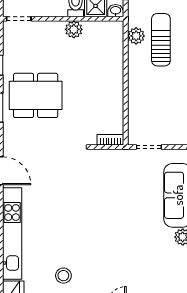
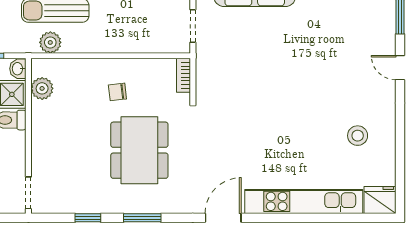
plant: (74, 29) -> (42, 88), moved
chair: (97, 88) -> (117, 92), added
dining table: (36, 95) -> (139, 150), moved

